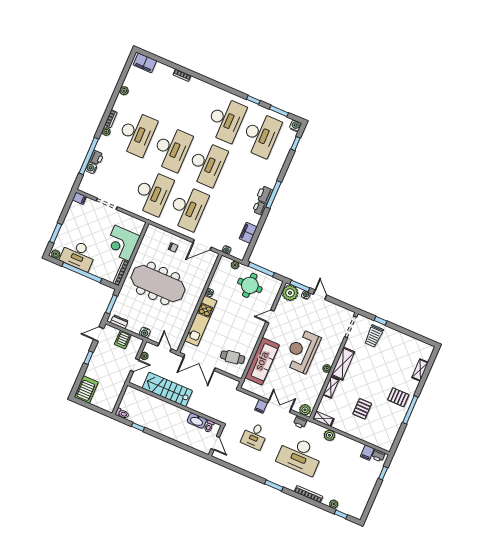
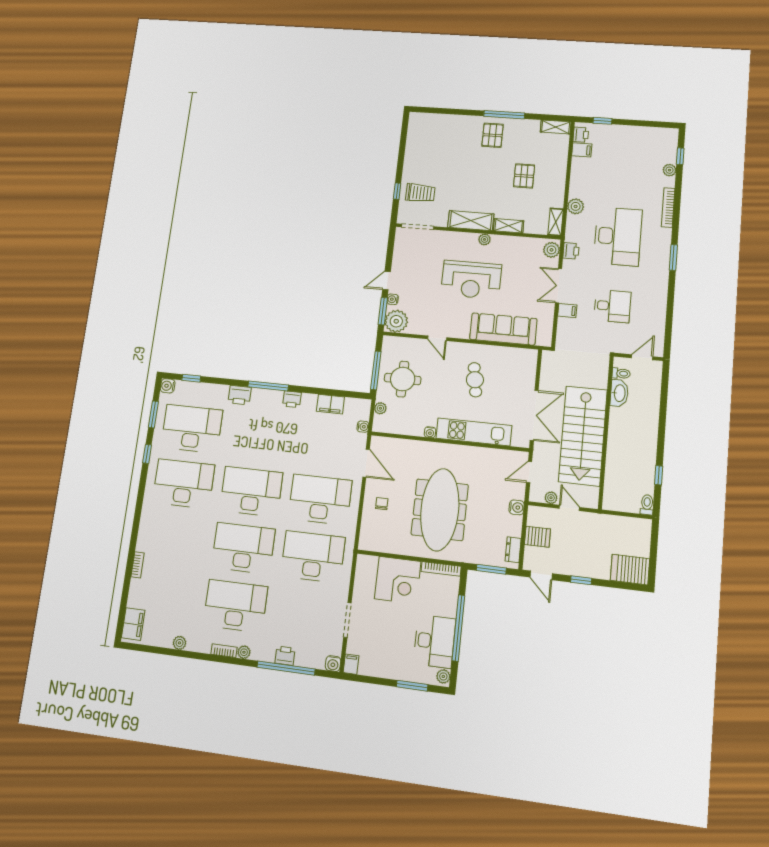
water cooler: (91, 168) -> (333, 664), moved
printer: (264, 194) -> (240, 395), moved
cafe table: (233, 357) -> (475, 380), moved
shelving: (420, 370) -> (556, 127), moved
stairs: (167, 389) -> (583, 436), width x1.36, depth x1.51
pallet: (362, 409) -> (524, 176), turned 90

